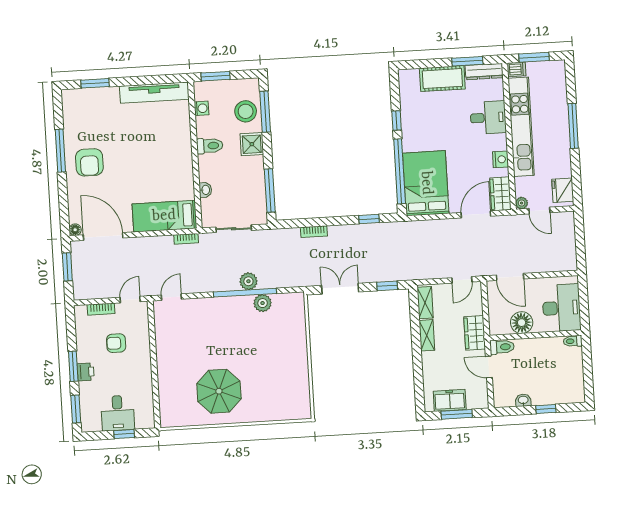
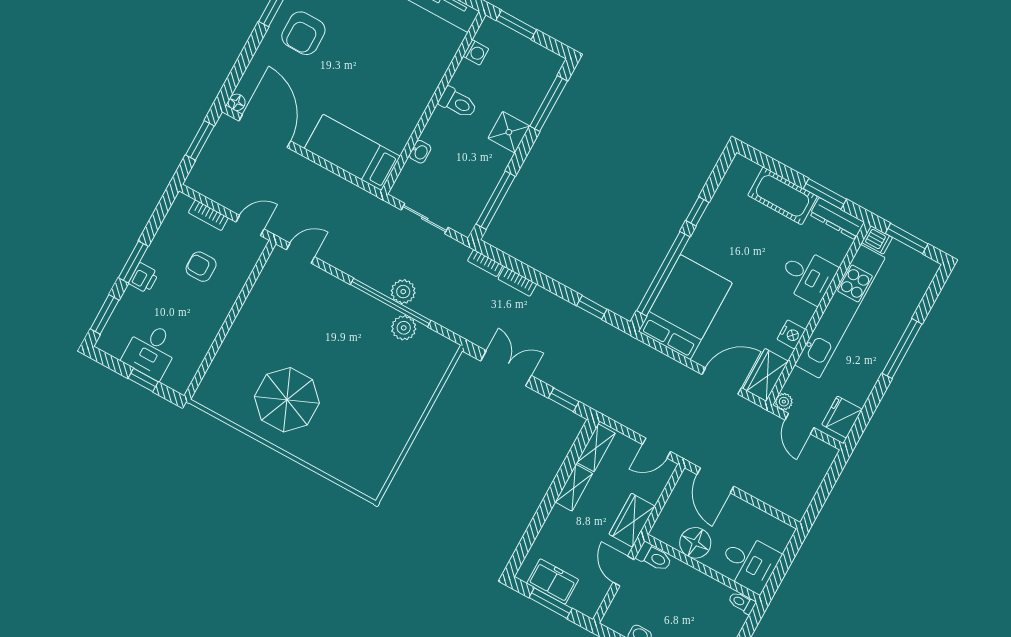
stool: (246, 111) -> (526, 89), removed
bookcase: (186, 239) -> (485, 263), moved
desk: (561, 308) -> (749, 563), width x0.73

